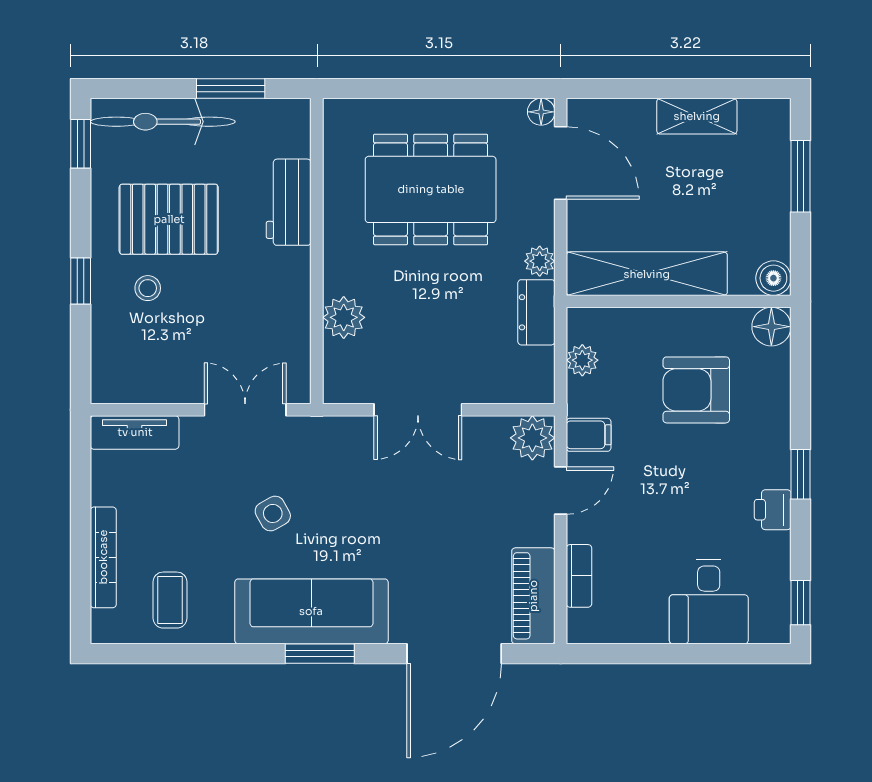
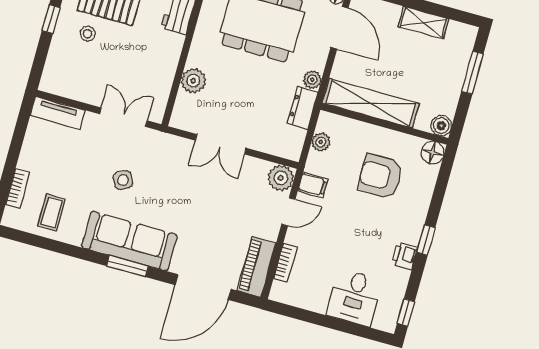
bookcase: (103, 557) -> (18, 188), width x0.64

